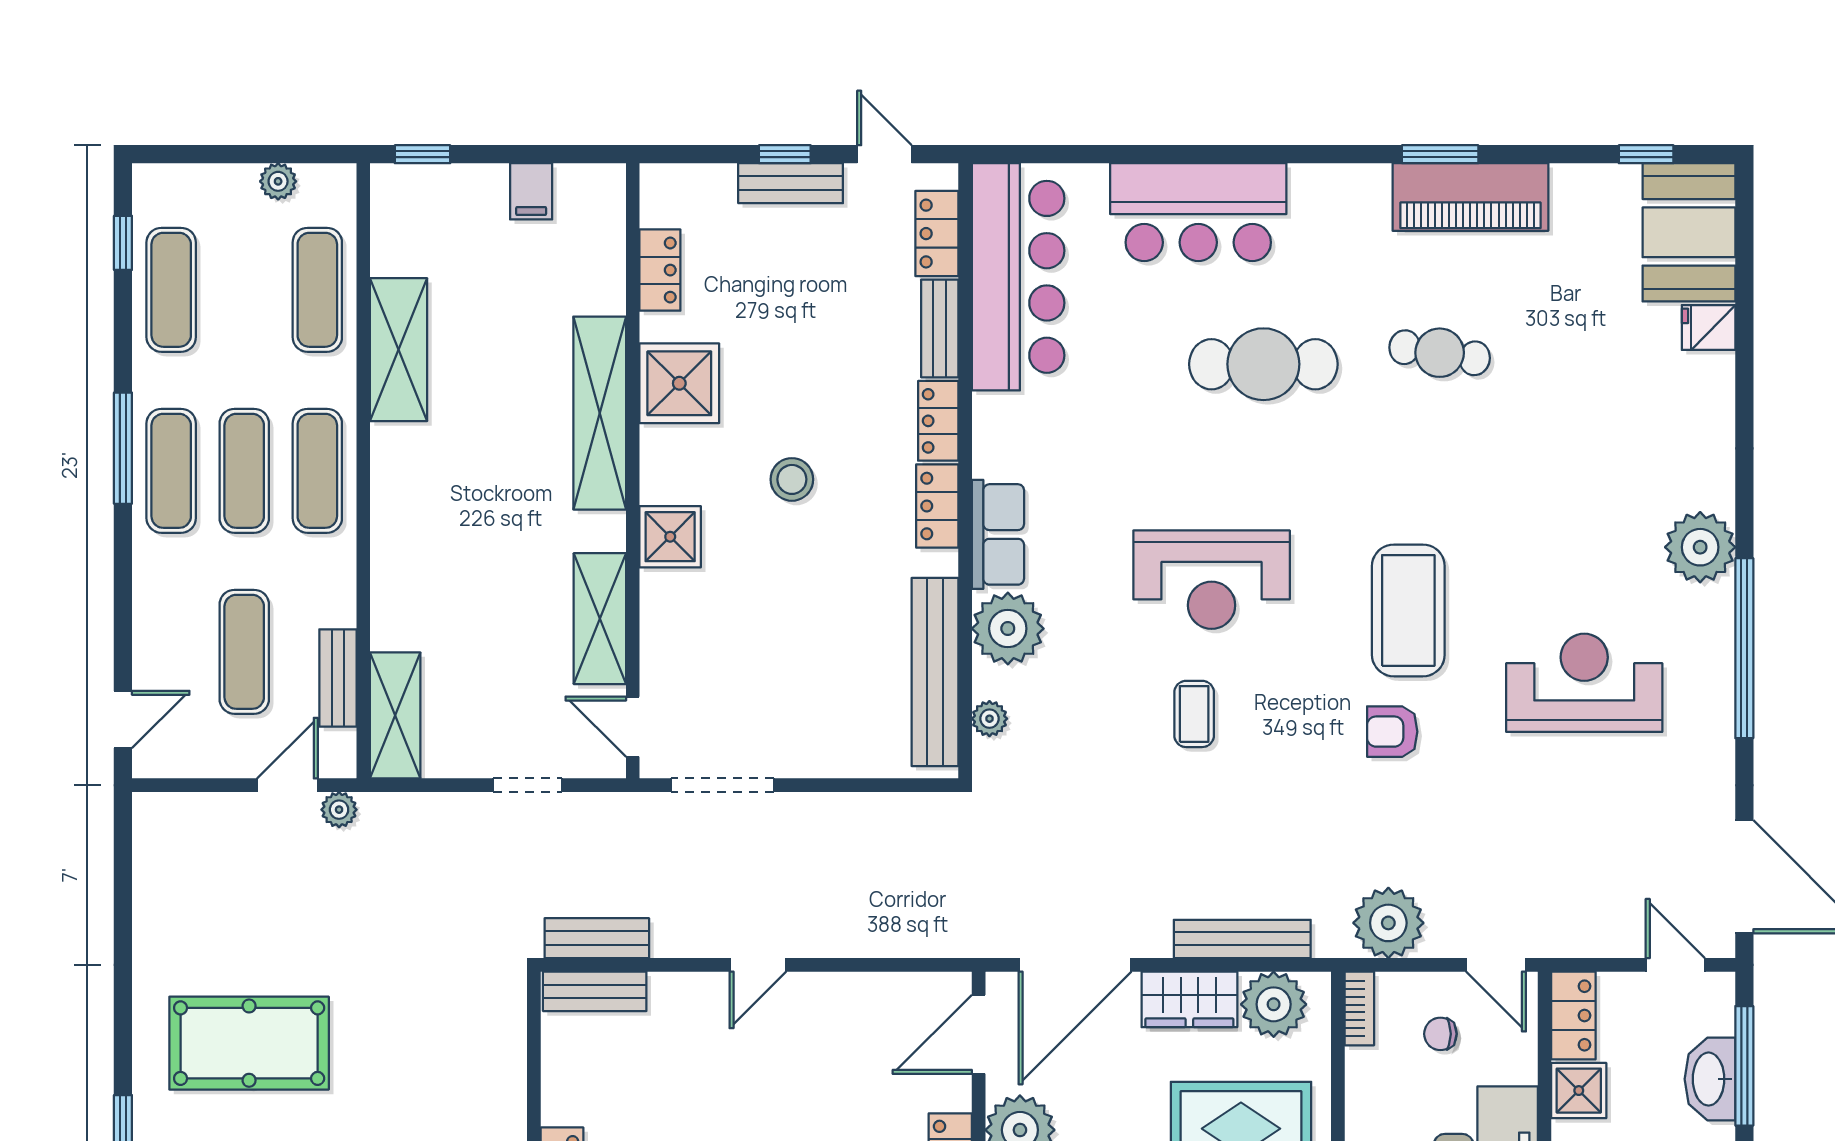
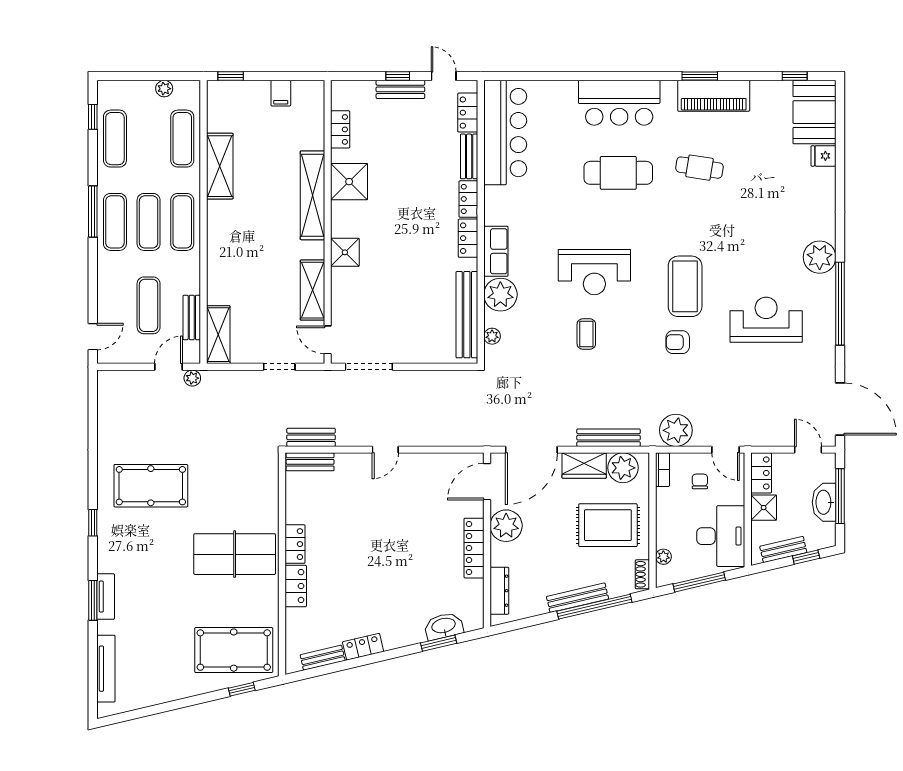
bar counter: (1198, 212) -> (619, 103), moved
stool: (792, 479) -> (401, 226), removed
chair: (1440, 1034) -> (700, 481), turned 90

